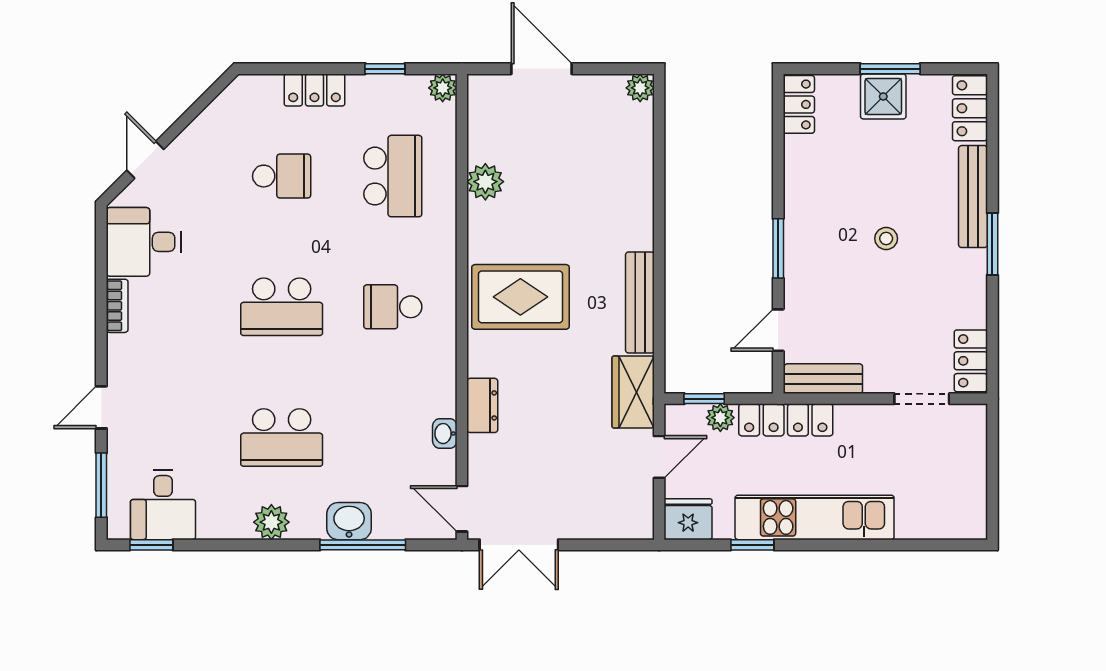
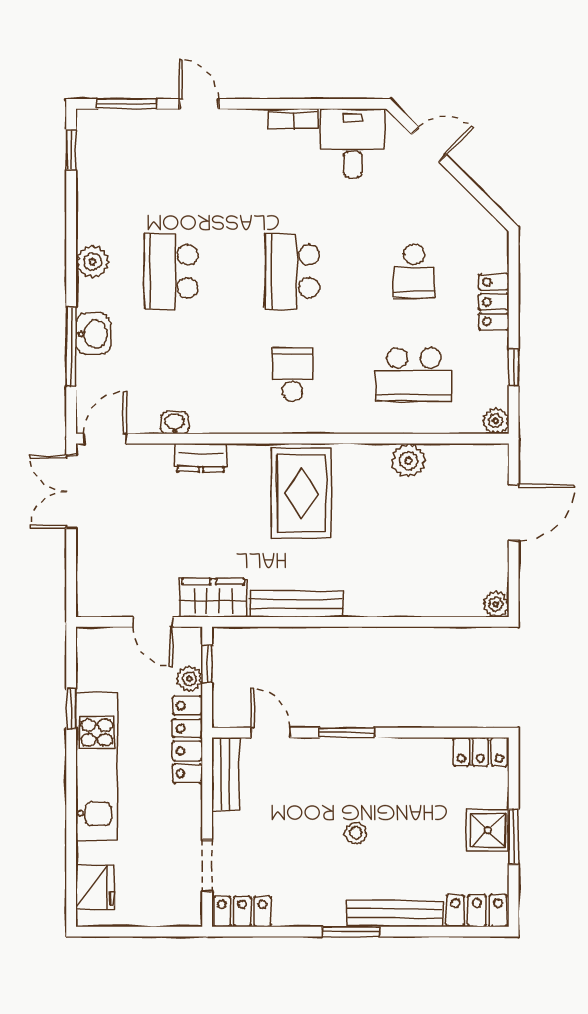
desk: (163, 505) -> (108, 161), removed
fridge: (688, 519) -> (95, 887), moved

